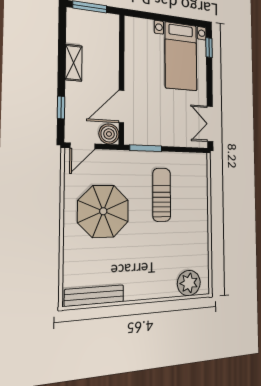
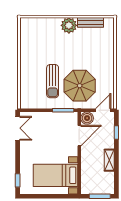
bed with nightstands: (181, 56) -> (55, 175), moved, turned -90
parasol: (103, 211) -> (80, 86), moved
plant: (189, 283) -> (69, 25), moved
bench: (94, 296) -> (91, 22), width x0.73

